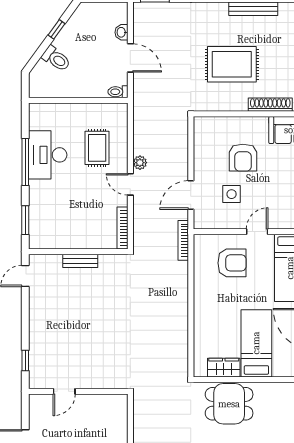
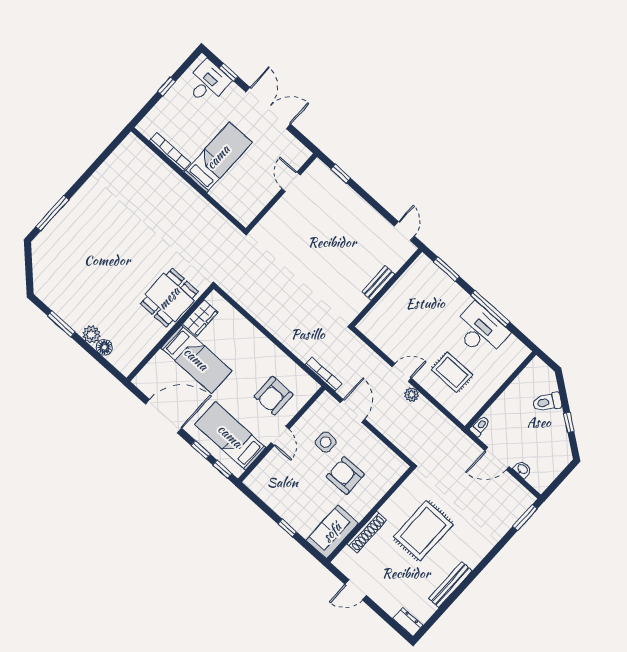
bookcase: (122, 228) -> (374, 337), removed

